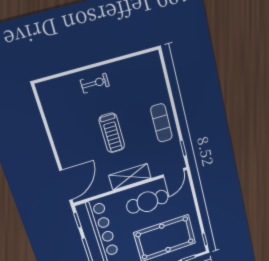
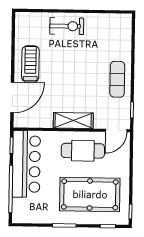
exercise bike: (95, 83) -> (67, 26), width x1.38, depth x1.39
treadmill: (112, 133) -> (30, 64), moved, turned 180
door: (66, 185) -> (12, 97), moved

